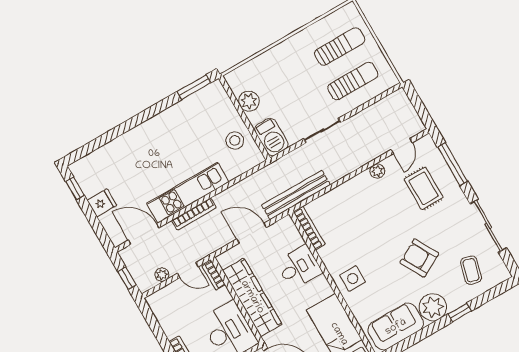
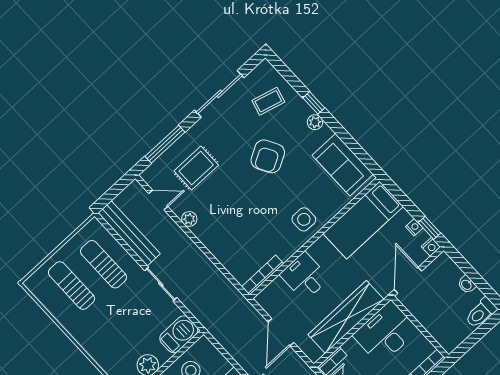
bench: (296, 195) -> (129, 233), moved
plant: (433, 307) -> (315, 122), width x0.53, depth x0.53

